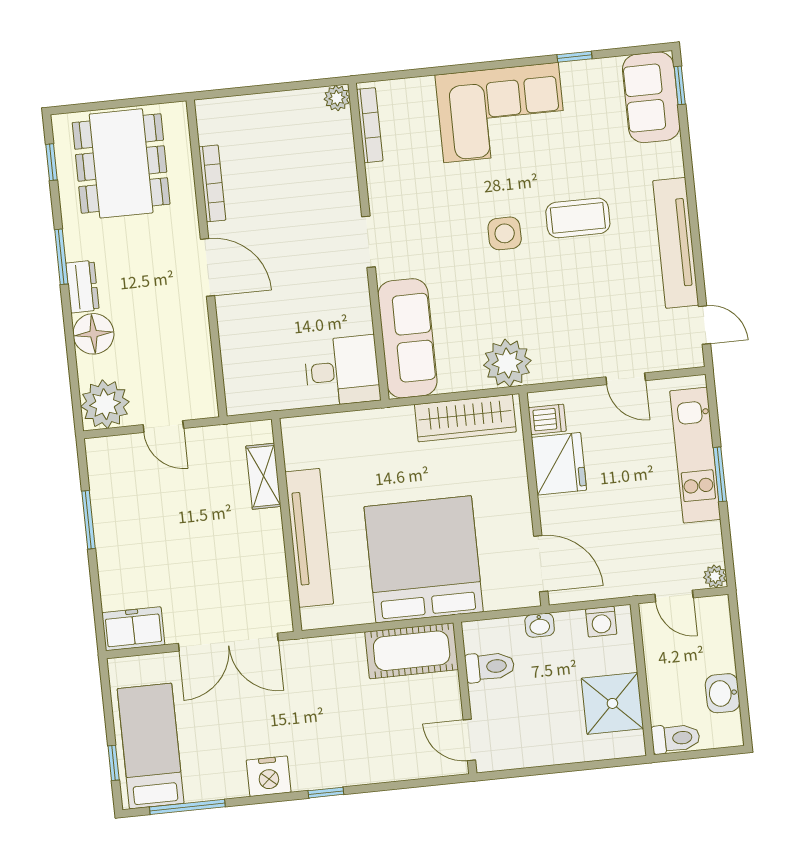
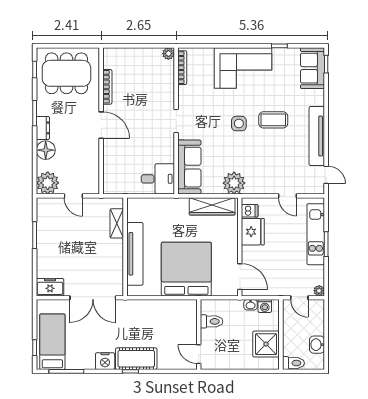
dining table: (121, 163) -> (66, 73), turned 90
washbasin: (540, 625) -> (251, 305), moved
cot: (412, 651) -> (136, 359), moved

